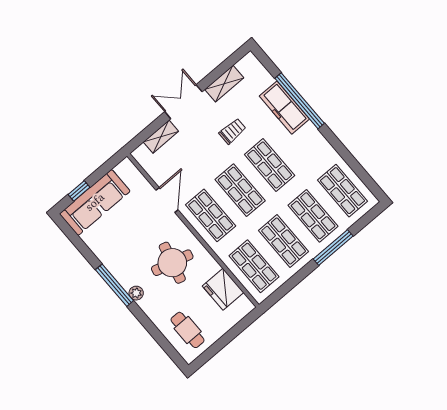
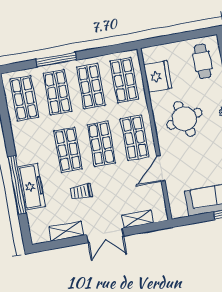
round table: (172, 263) -> (184, 119), turned -30

